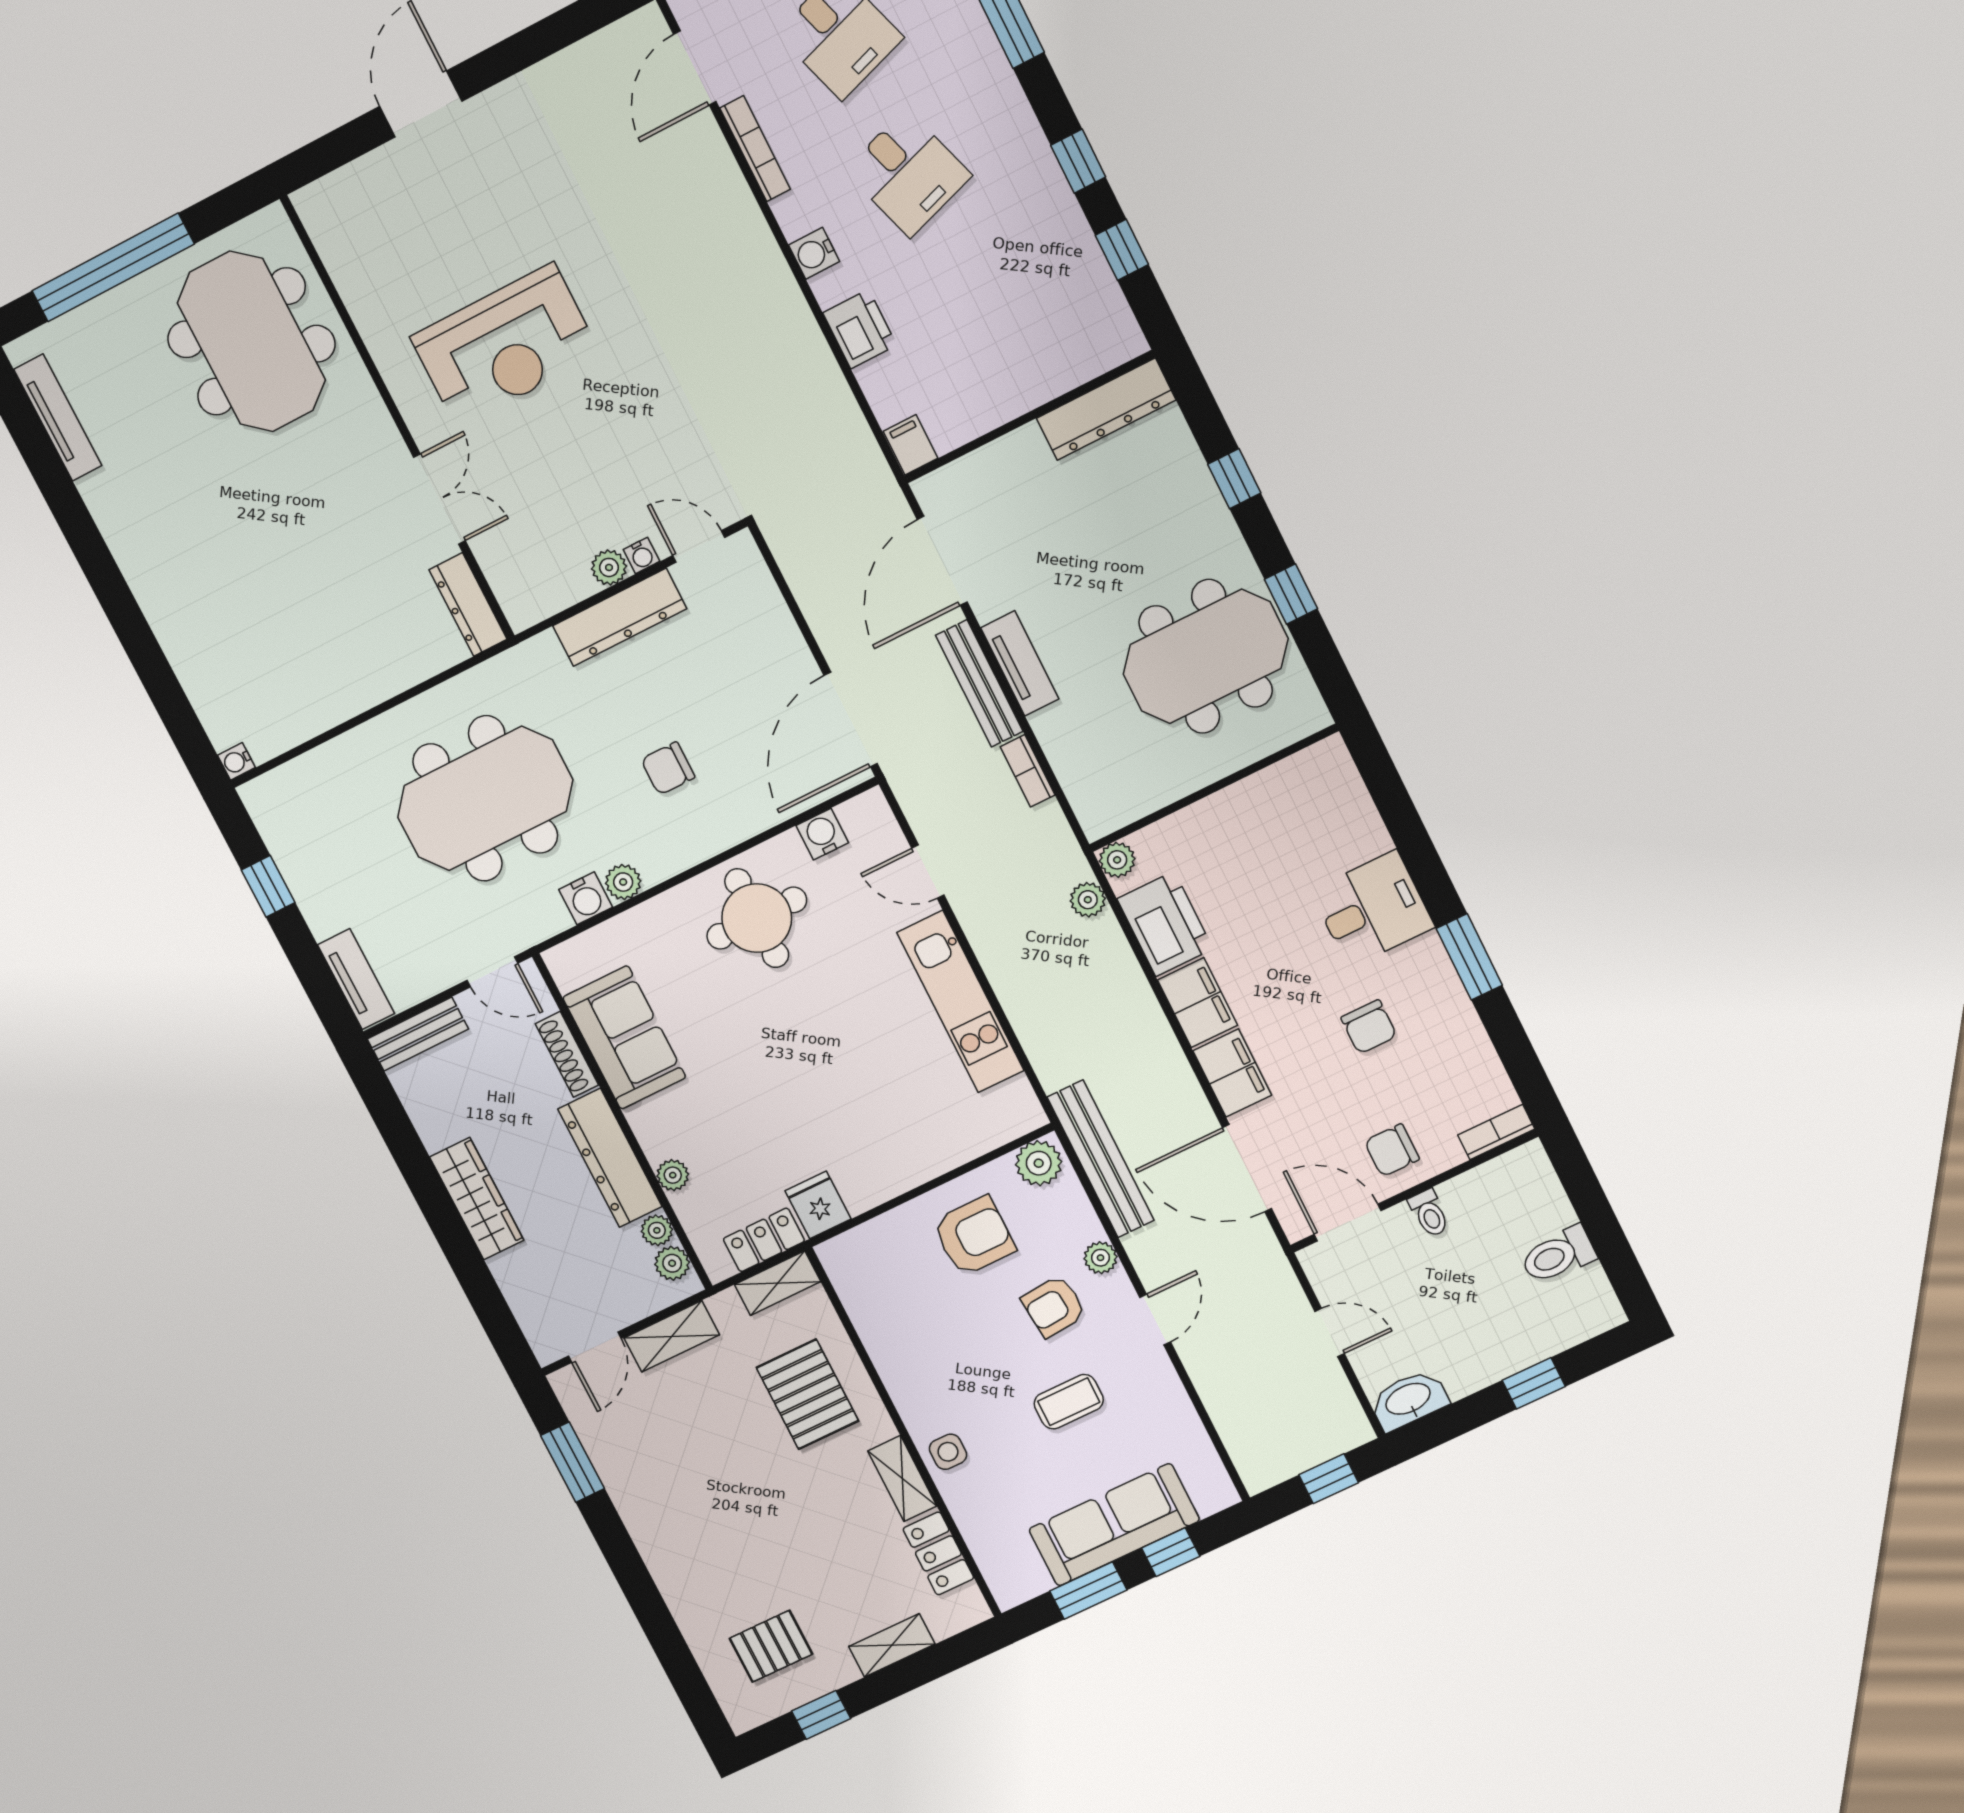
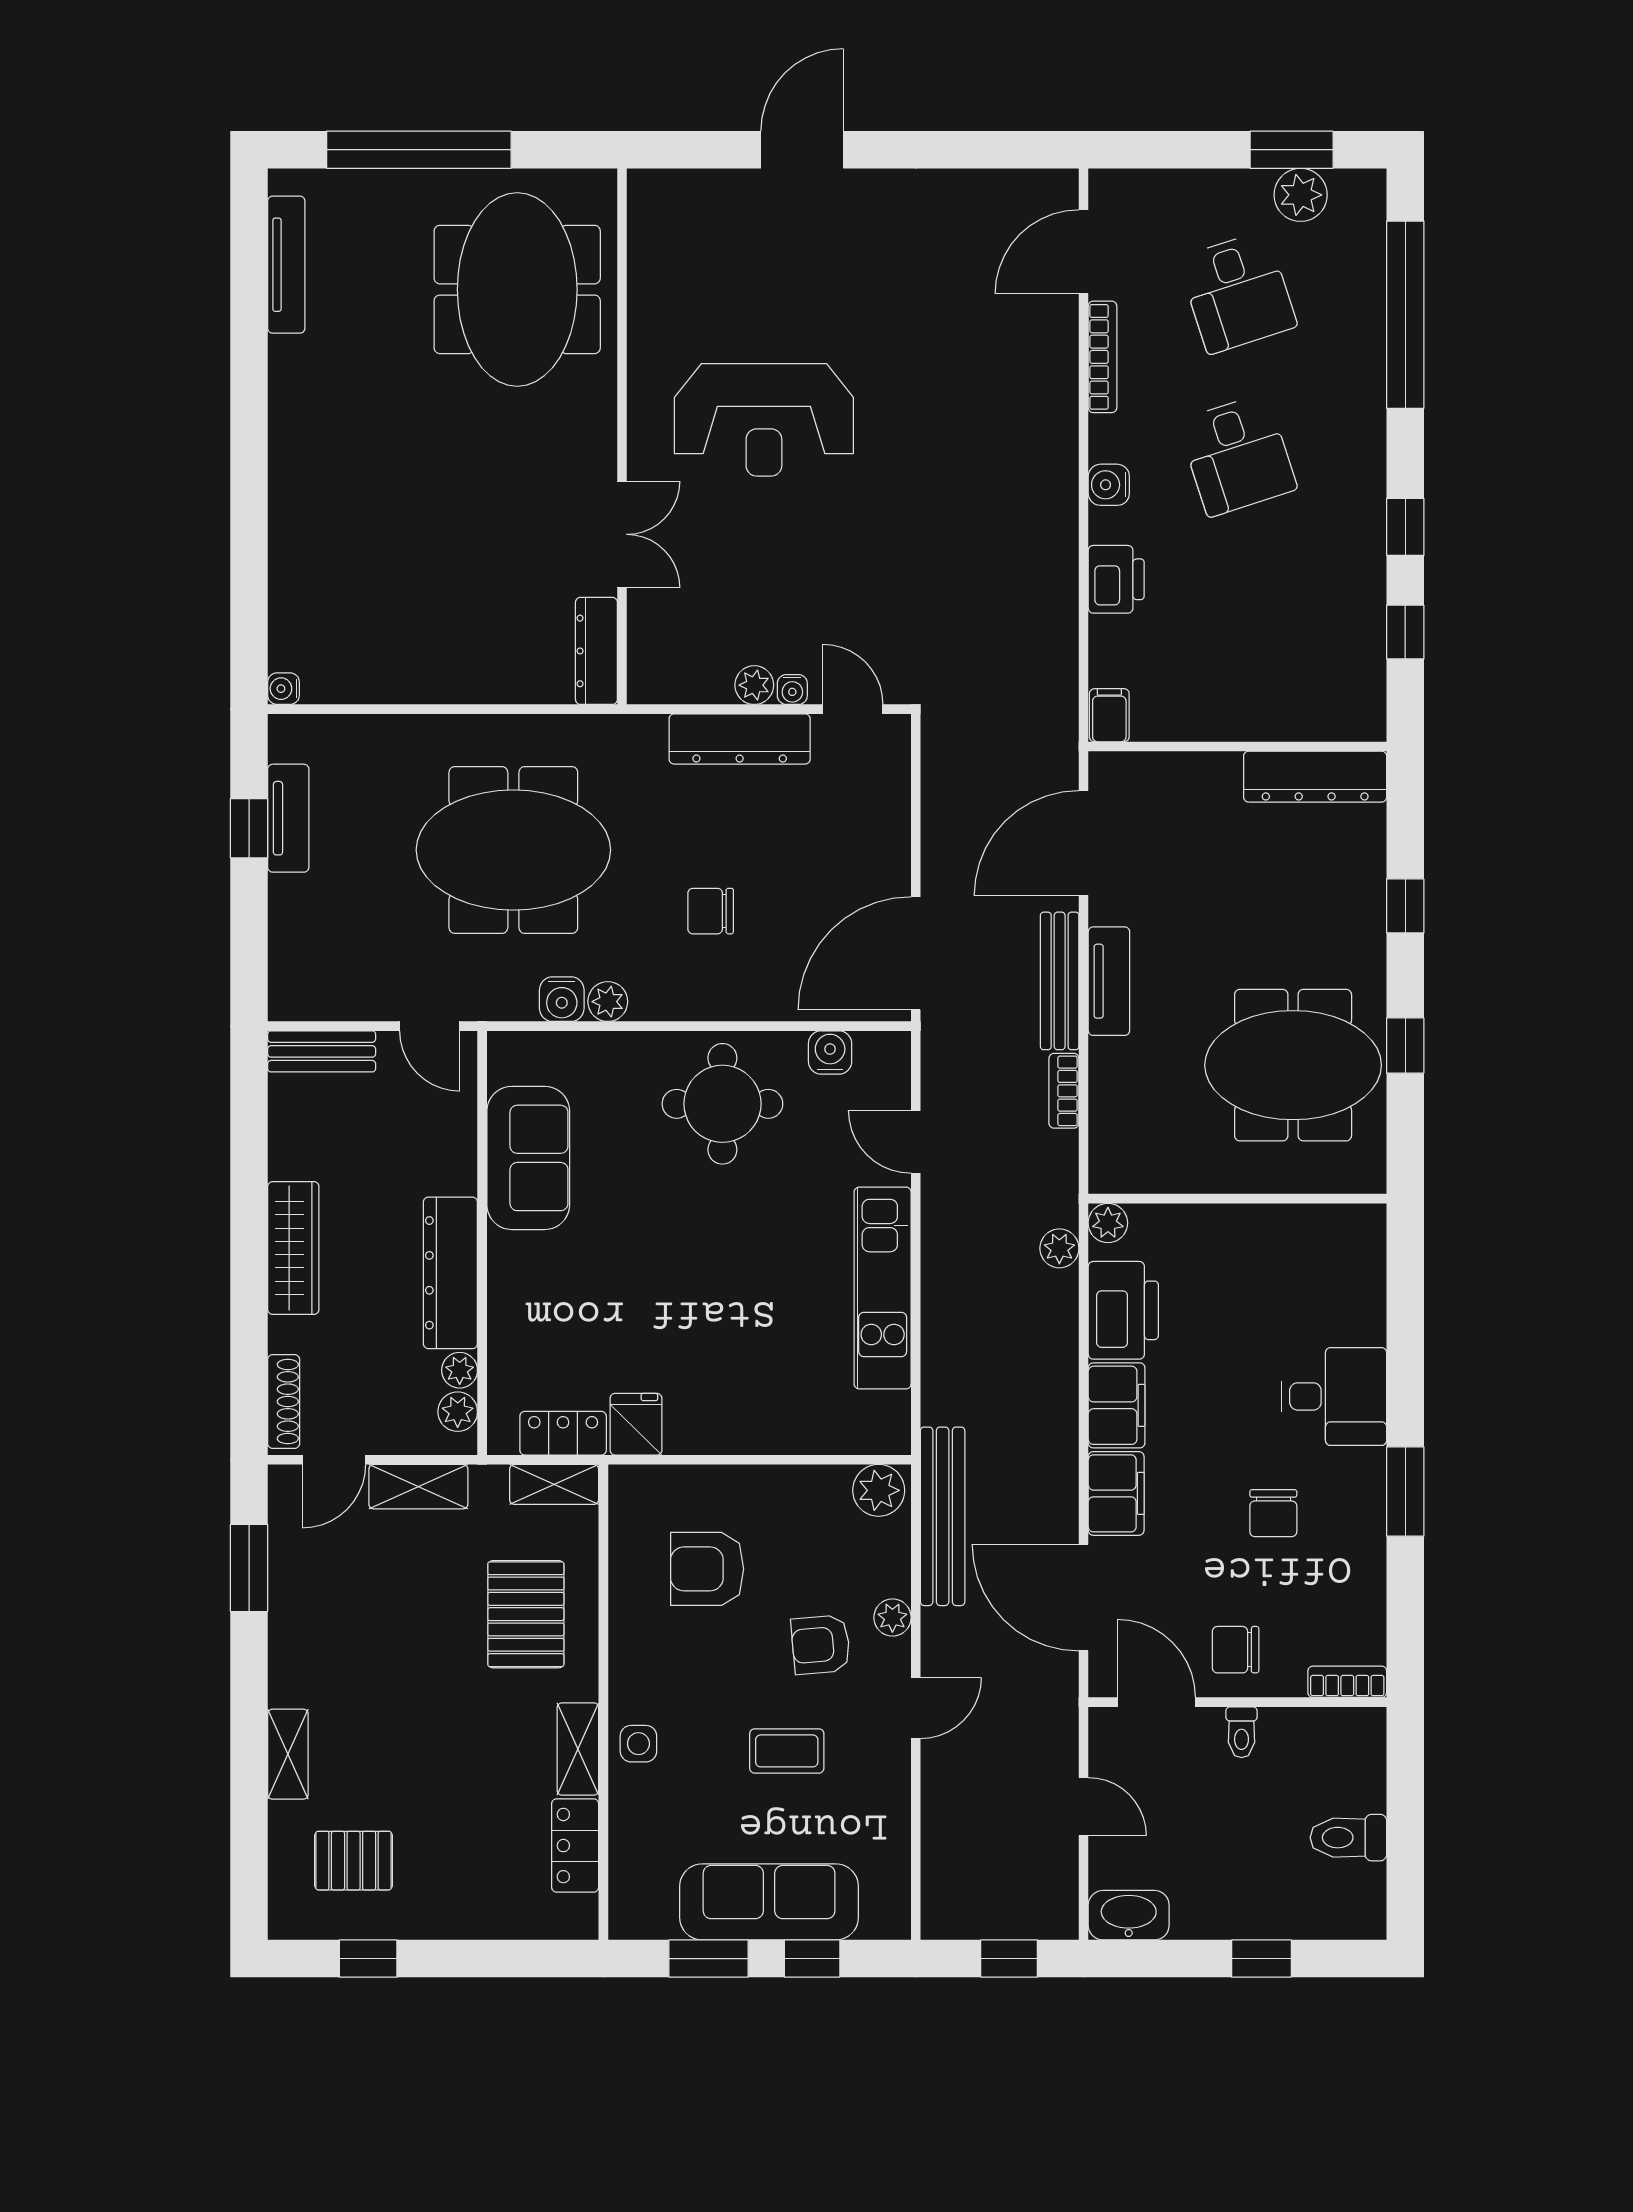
tv unit: (356, 979) -> (288, 818), moved
shoe rack: (567, 1054) -> (284, 1402), moved, turned 180
plant: (673, 1175) -> (505, 1322), removed
armchair: (974, 1236) -> (707, 1569), moved, turned 180
shelving: (892, 1645) -> (288, 1754), moved, turned 90

